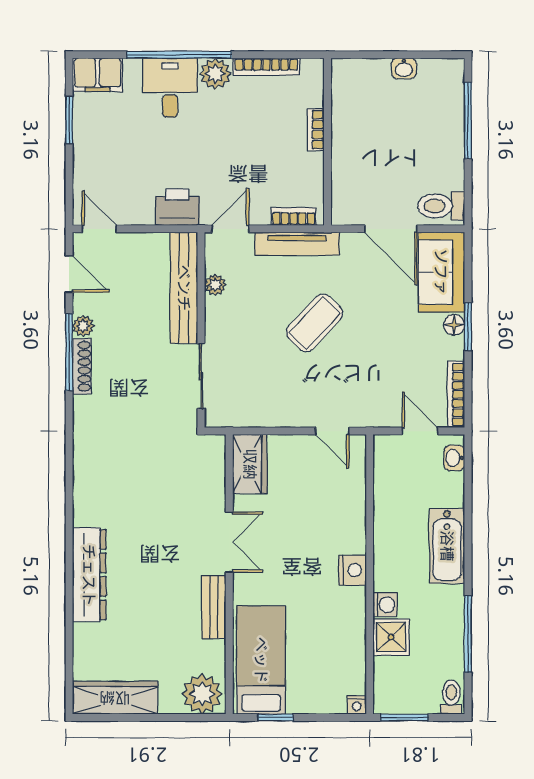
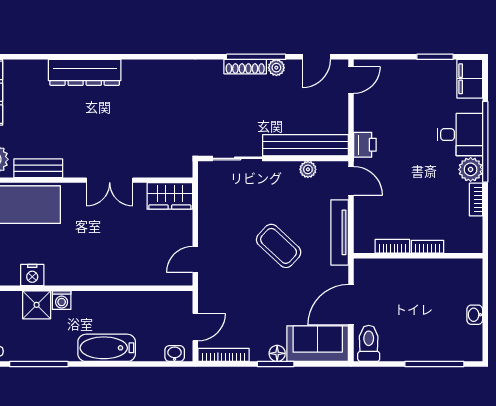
bookcase: (266, 67) -> (476, 200), width x0.64
printer: (177, 207) -> (365, 145), width x0.73, depth x0.81
bookcase: (294, 216) -> (392, 246), moved, turned -90
nightstand: (352, 570) -> (32, 275), moved
bench: (214, 607) -> (38, 168), moved

